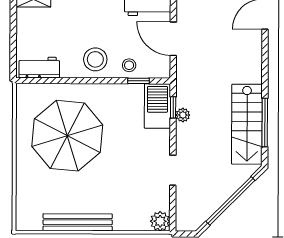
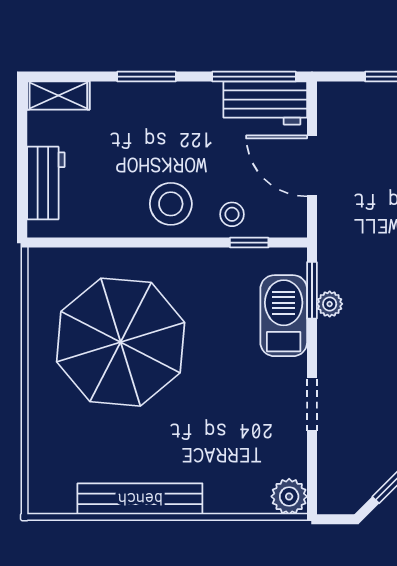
workbench: (39, 67) -> (46, 183), moved, turned 90
barbecue: (157, 106) -> (284, 316), moved
window: (173, 107) -> (312, 290), width x1.50

